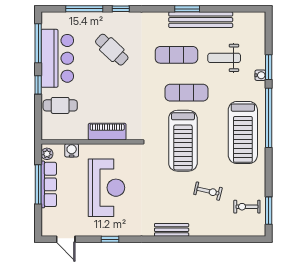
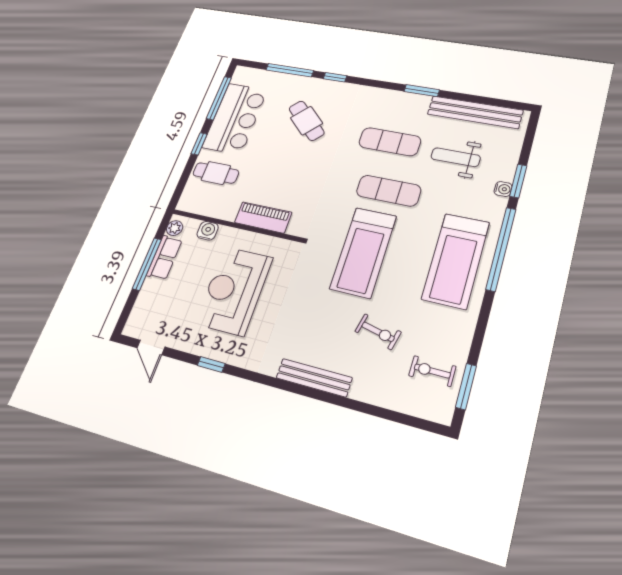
bench: (201, 20) -> (475, 112), moved
row of seats: (49, 184) -> (164, 258), width x0.68
reception desk: (106, 188) -> (234, 290), turned 180
bench: (172, 230) -> (314, 378), width x1.36

